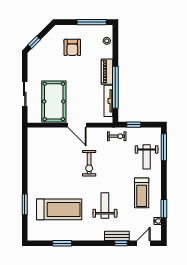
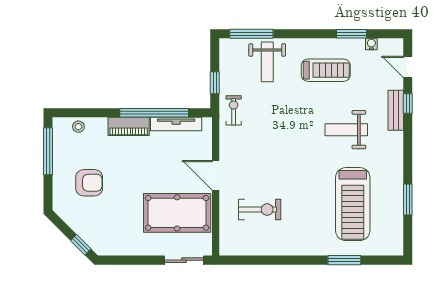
sliding door: (25, 94) -> (184, 260), moved
door: (77, 125) -> (216, 175), swing flipped
weight bench: (147, 157) -> (267, 62), turned 90
exercise bike: (89, 163) -> (260, 210), moved
treadmill: (59, 209) -> (353, 204), turned 180

